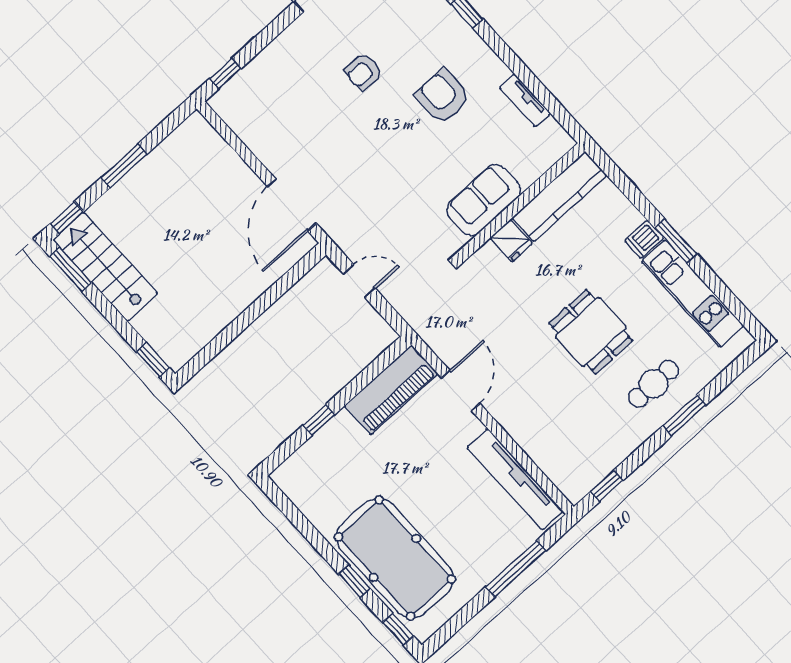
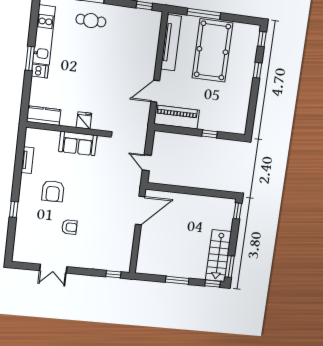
kitchen counter: (559, 196) -> (44, 116), width x0.67
dining table: (591, 332) -> (92, 61), removed
pool table: (395, 558) -> (212, 50), moved

